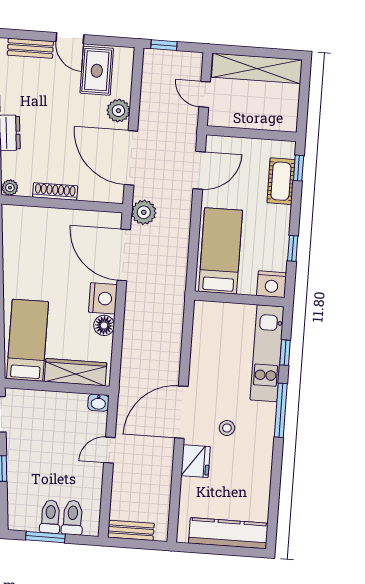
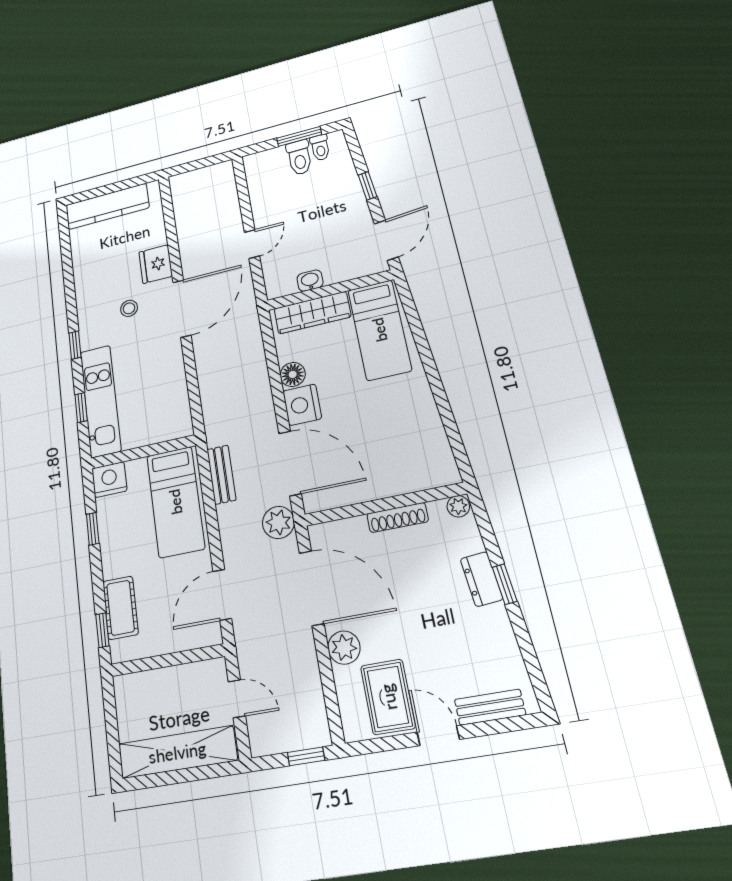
washbasin: (98, 403) -> (310, 281), moved
window: (281, 410) -> (75, 345), width x0.46
toilet: (73, 518) -> (320, 148), moved, width x0.73, depth x0.72
bench: (131, 530) -> (221, 475), moved, turned 90

